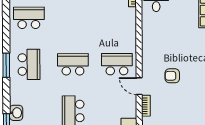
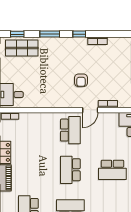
school desk: (117, 64) -> (70, 130), turned 180

